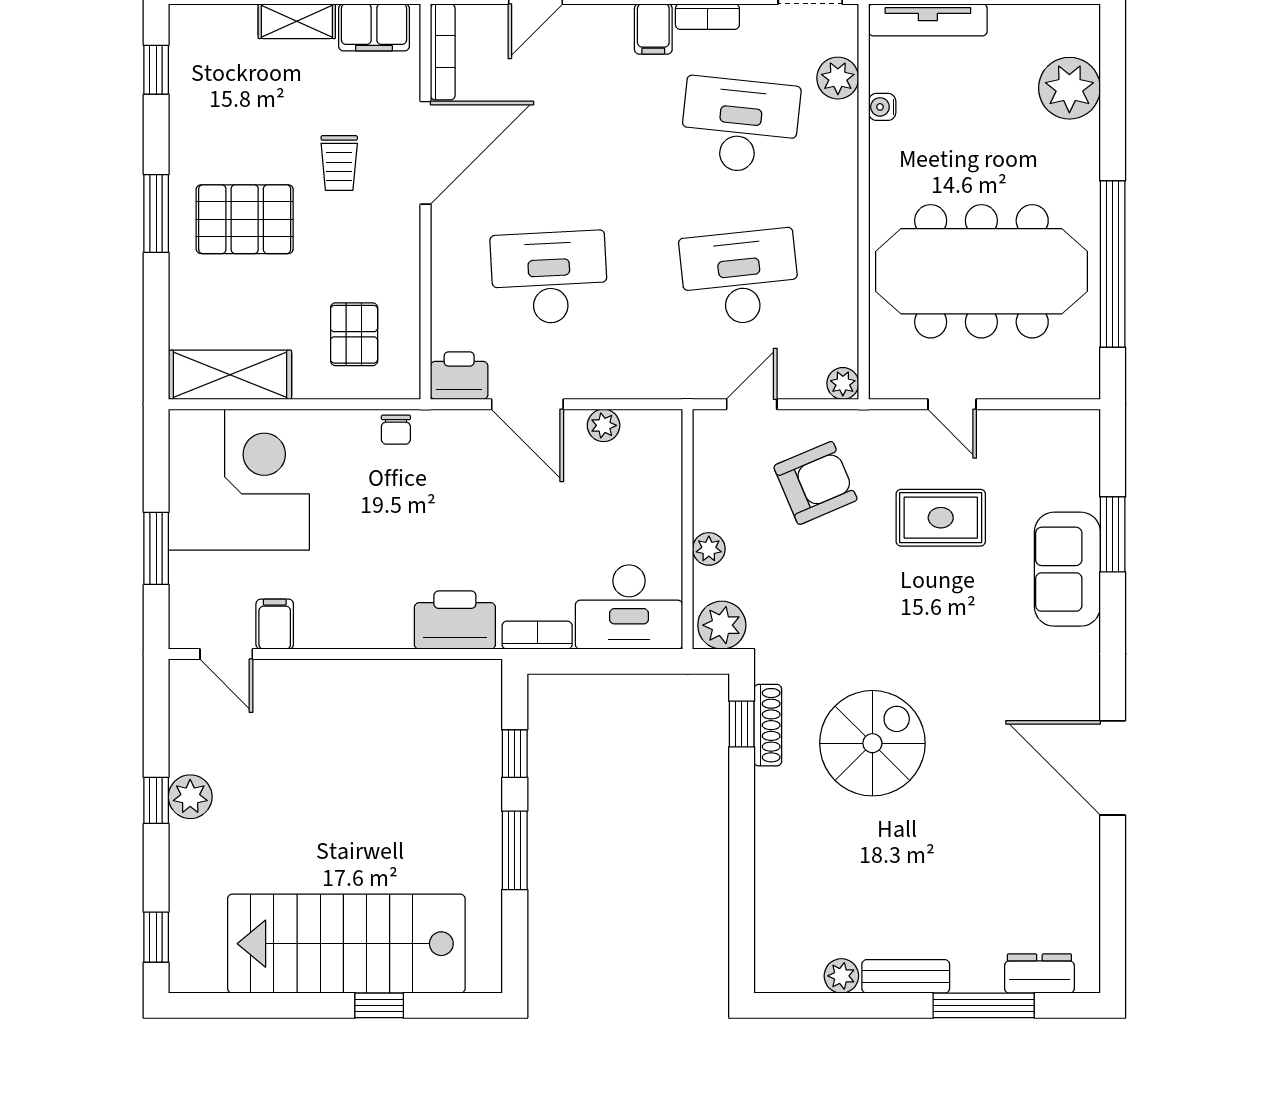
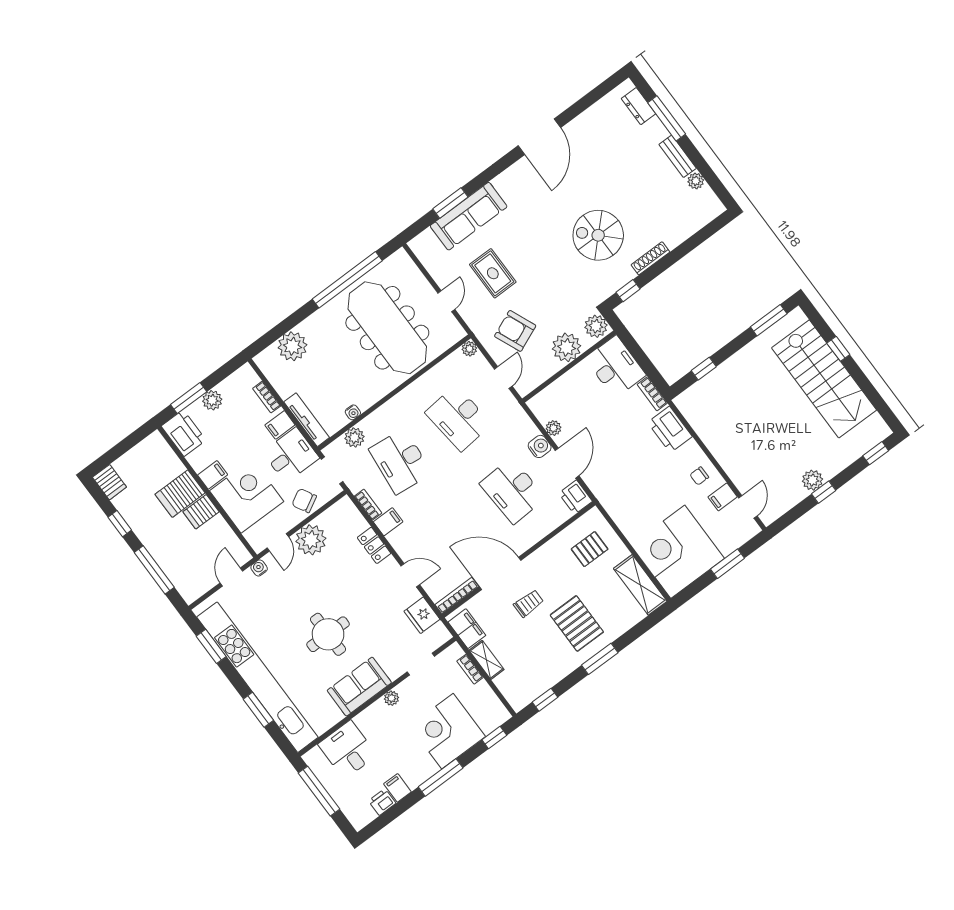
water cooler: (590, 379) -> (540, 446), added
door: (752, 404) -> (503, 378), swing flipped
chair: (396, 430) -> (699, 476), moved, turned 180
plant: (709, 549) -> (567, 347), width x1.87, depth x1.87
sofa: (1067, 569) -> (469, 216), width x1.36
shoe rack: (768, 725) -> (650, 258), moved
window: (515, 850) -> (769, 320), moved

